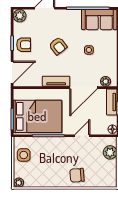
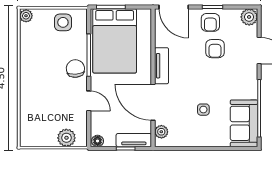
armchair: (58, 46) -> (215, 49), moved, turned -52
chair: (77, 175) -> (75, 69), moved

